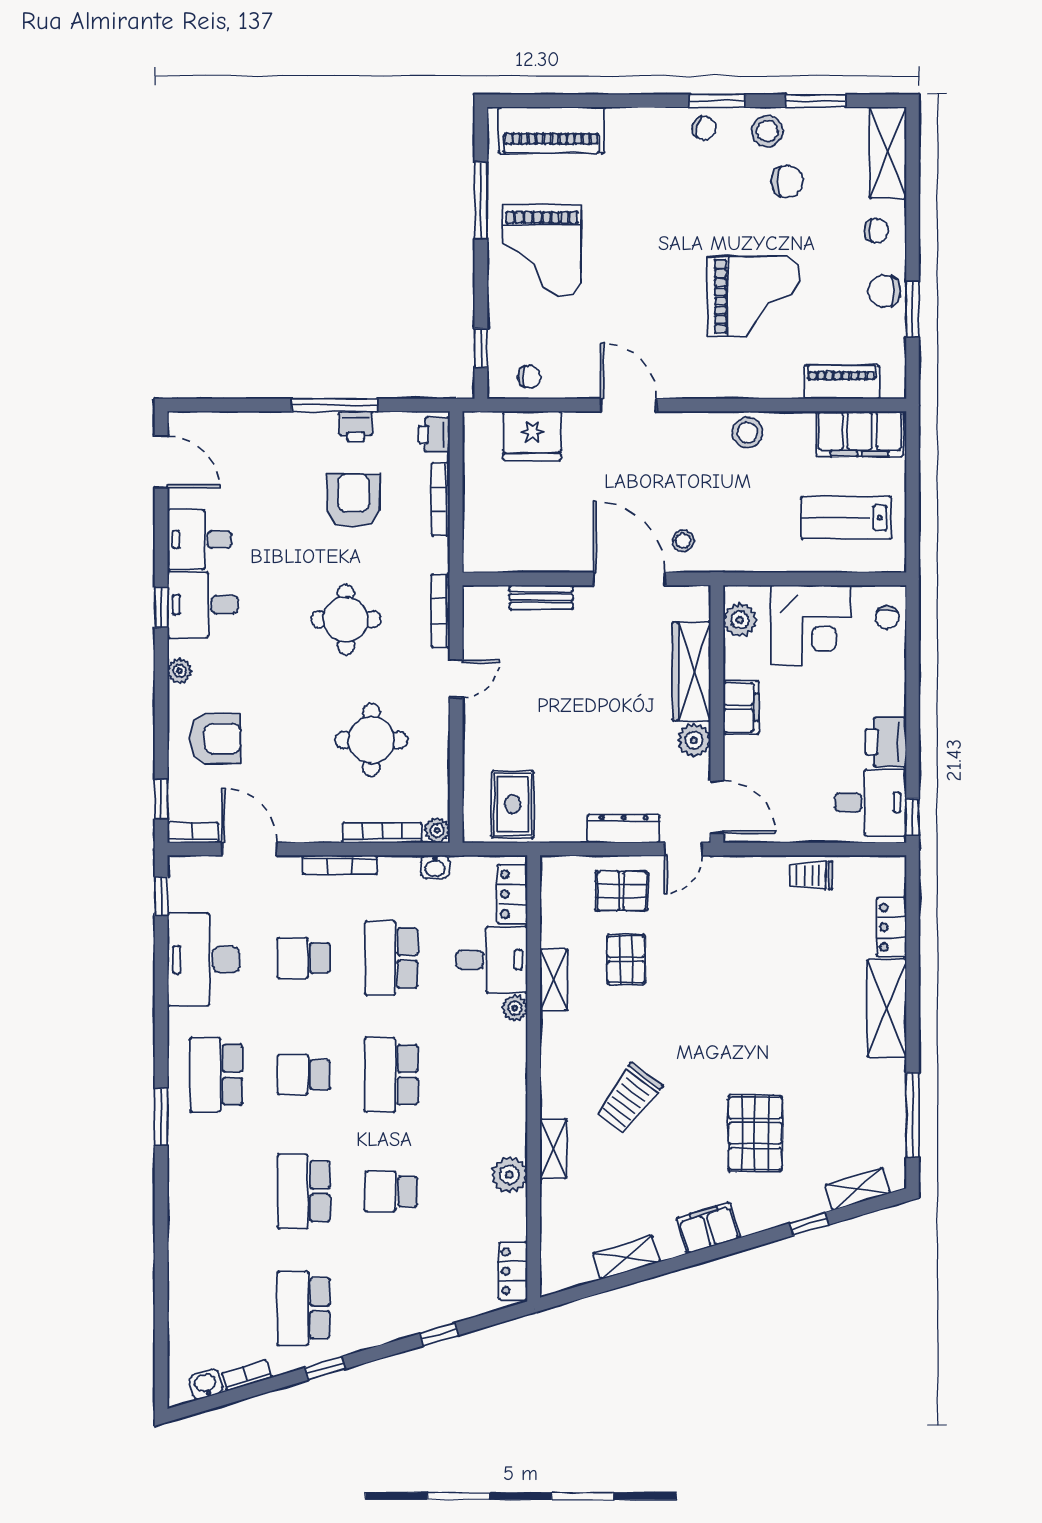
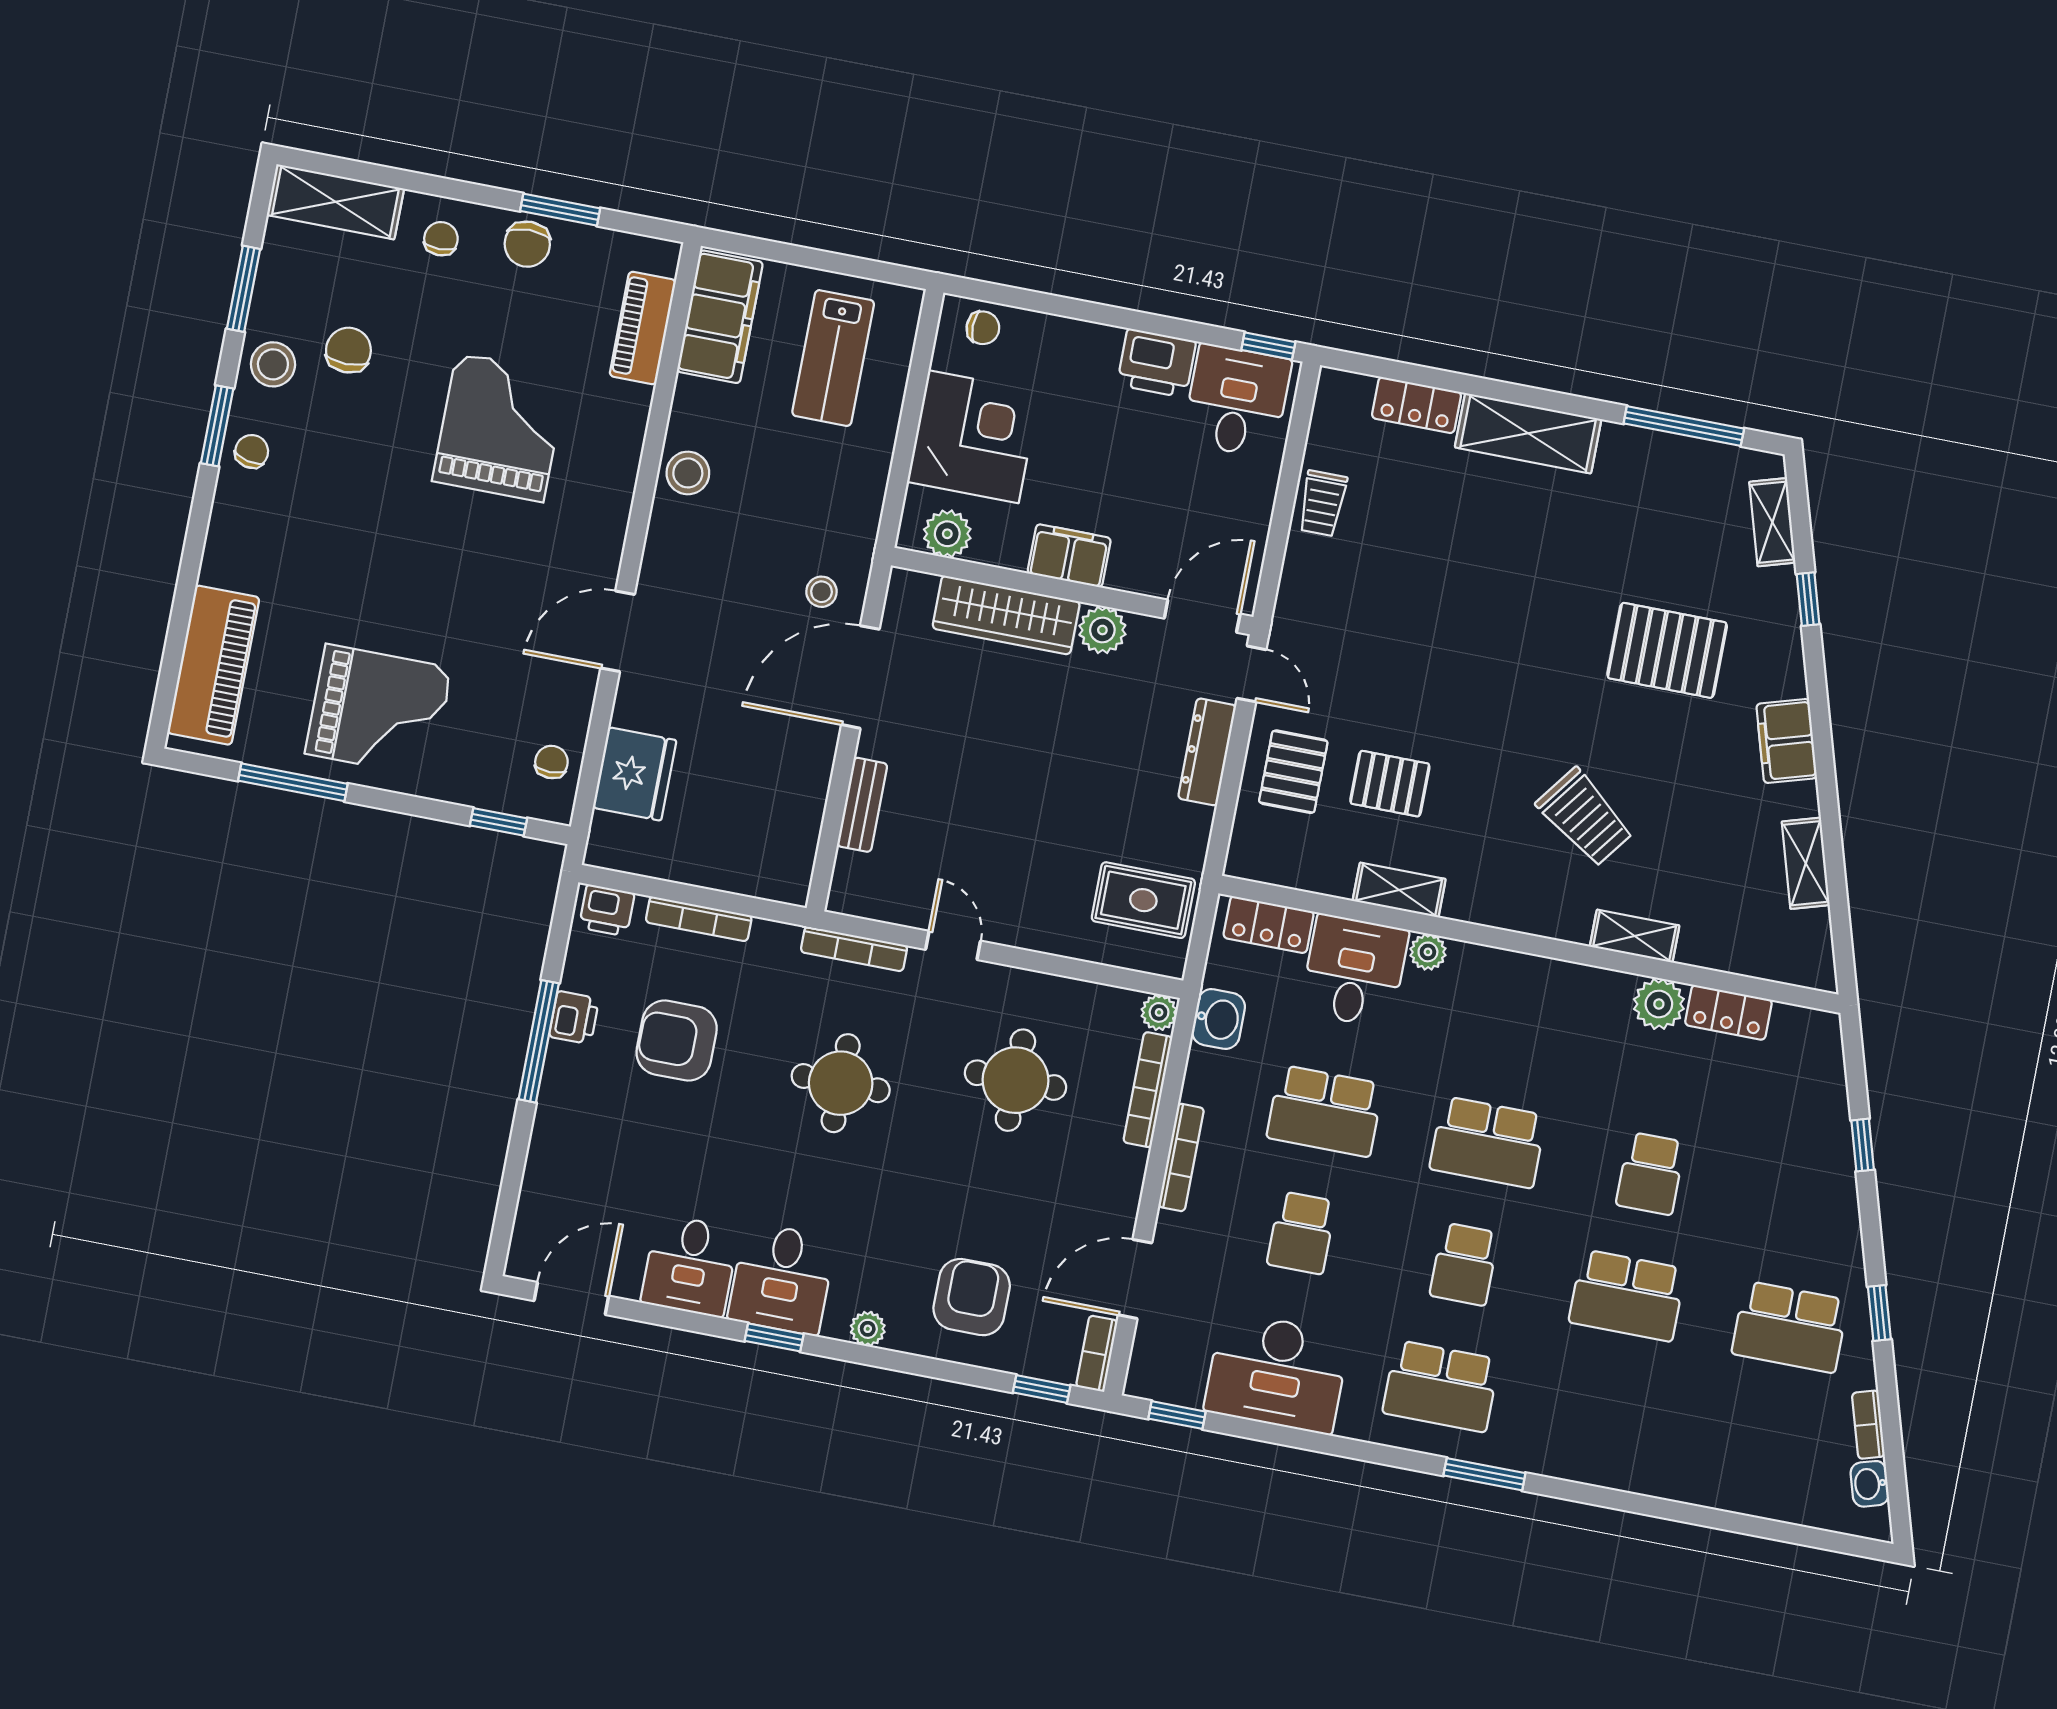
washbasin: (435, 867) -> (1218, 1019), width x1.38, depth x1.45
locker: (513, 1271) -> (1728, 1012), moved

